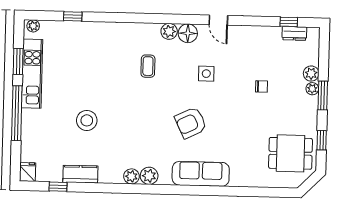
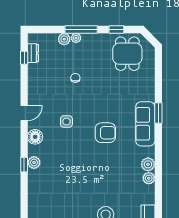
window: (153, 18) -> (24, 165), added
plant: (169, 31) -> (34, 163), moved
coffee table: (148, 66) -> (62, 167), removed
window: (323, 95) -> (81, 29), width x1.44
armchair: (191, 123) -> (105, 133), turned -64
window: (214, 191) -> (158, 113), added

